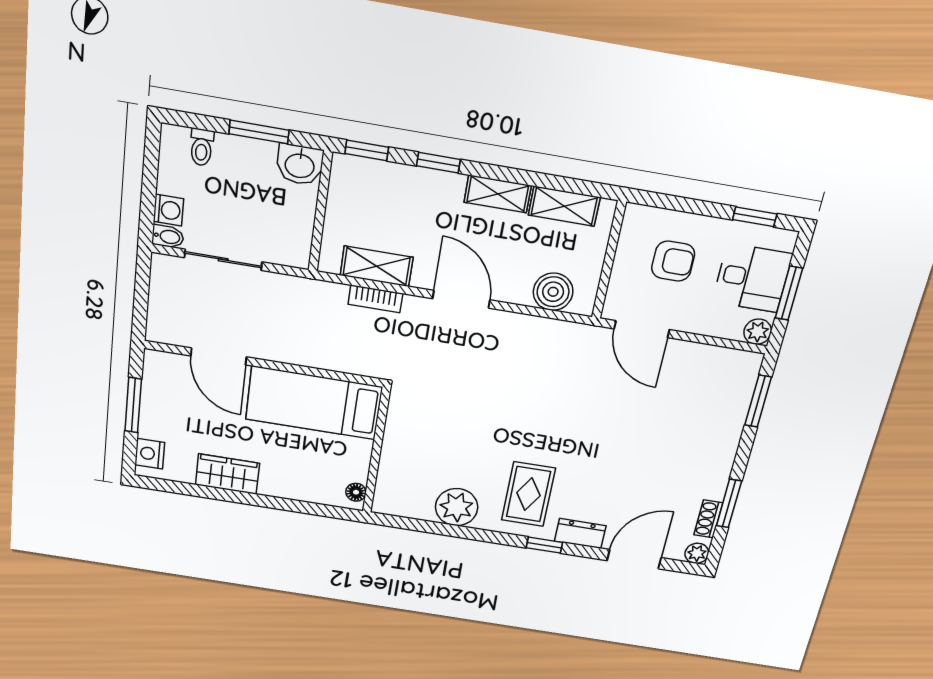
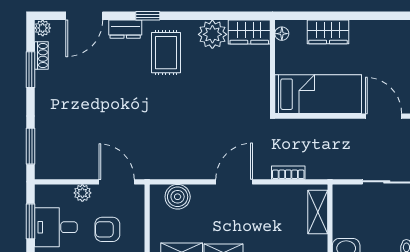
shelving: (377, 266) -> (318, 212), moved, turned 90
door: (461, 299) -> (234, 182), swing flipped
plant: (758, 332) -> (82, 193), moved
wardrobe: (228, 474) -> (328, 32), moved
wardrobe: (403, 502) -> (249, 32), added

